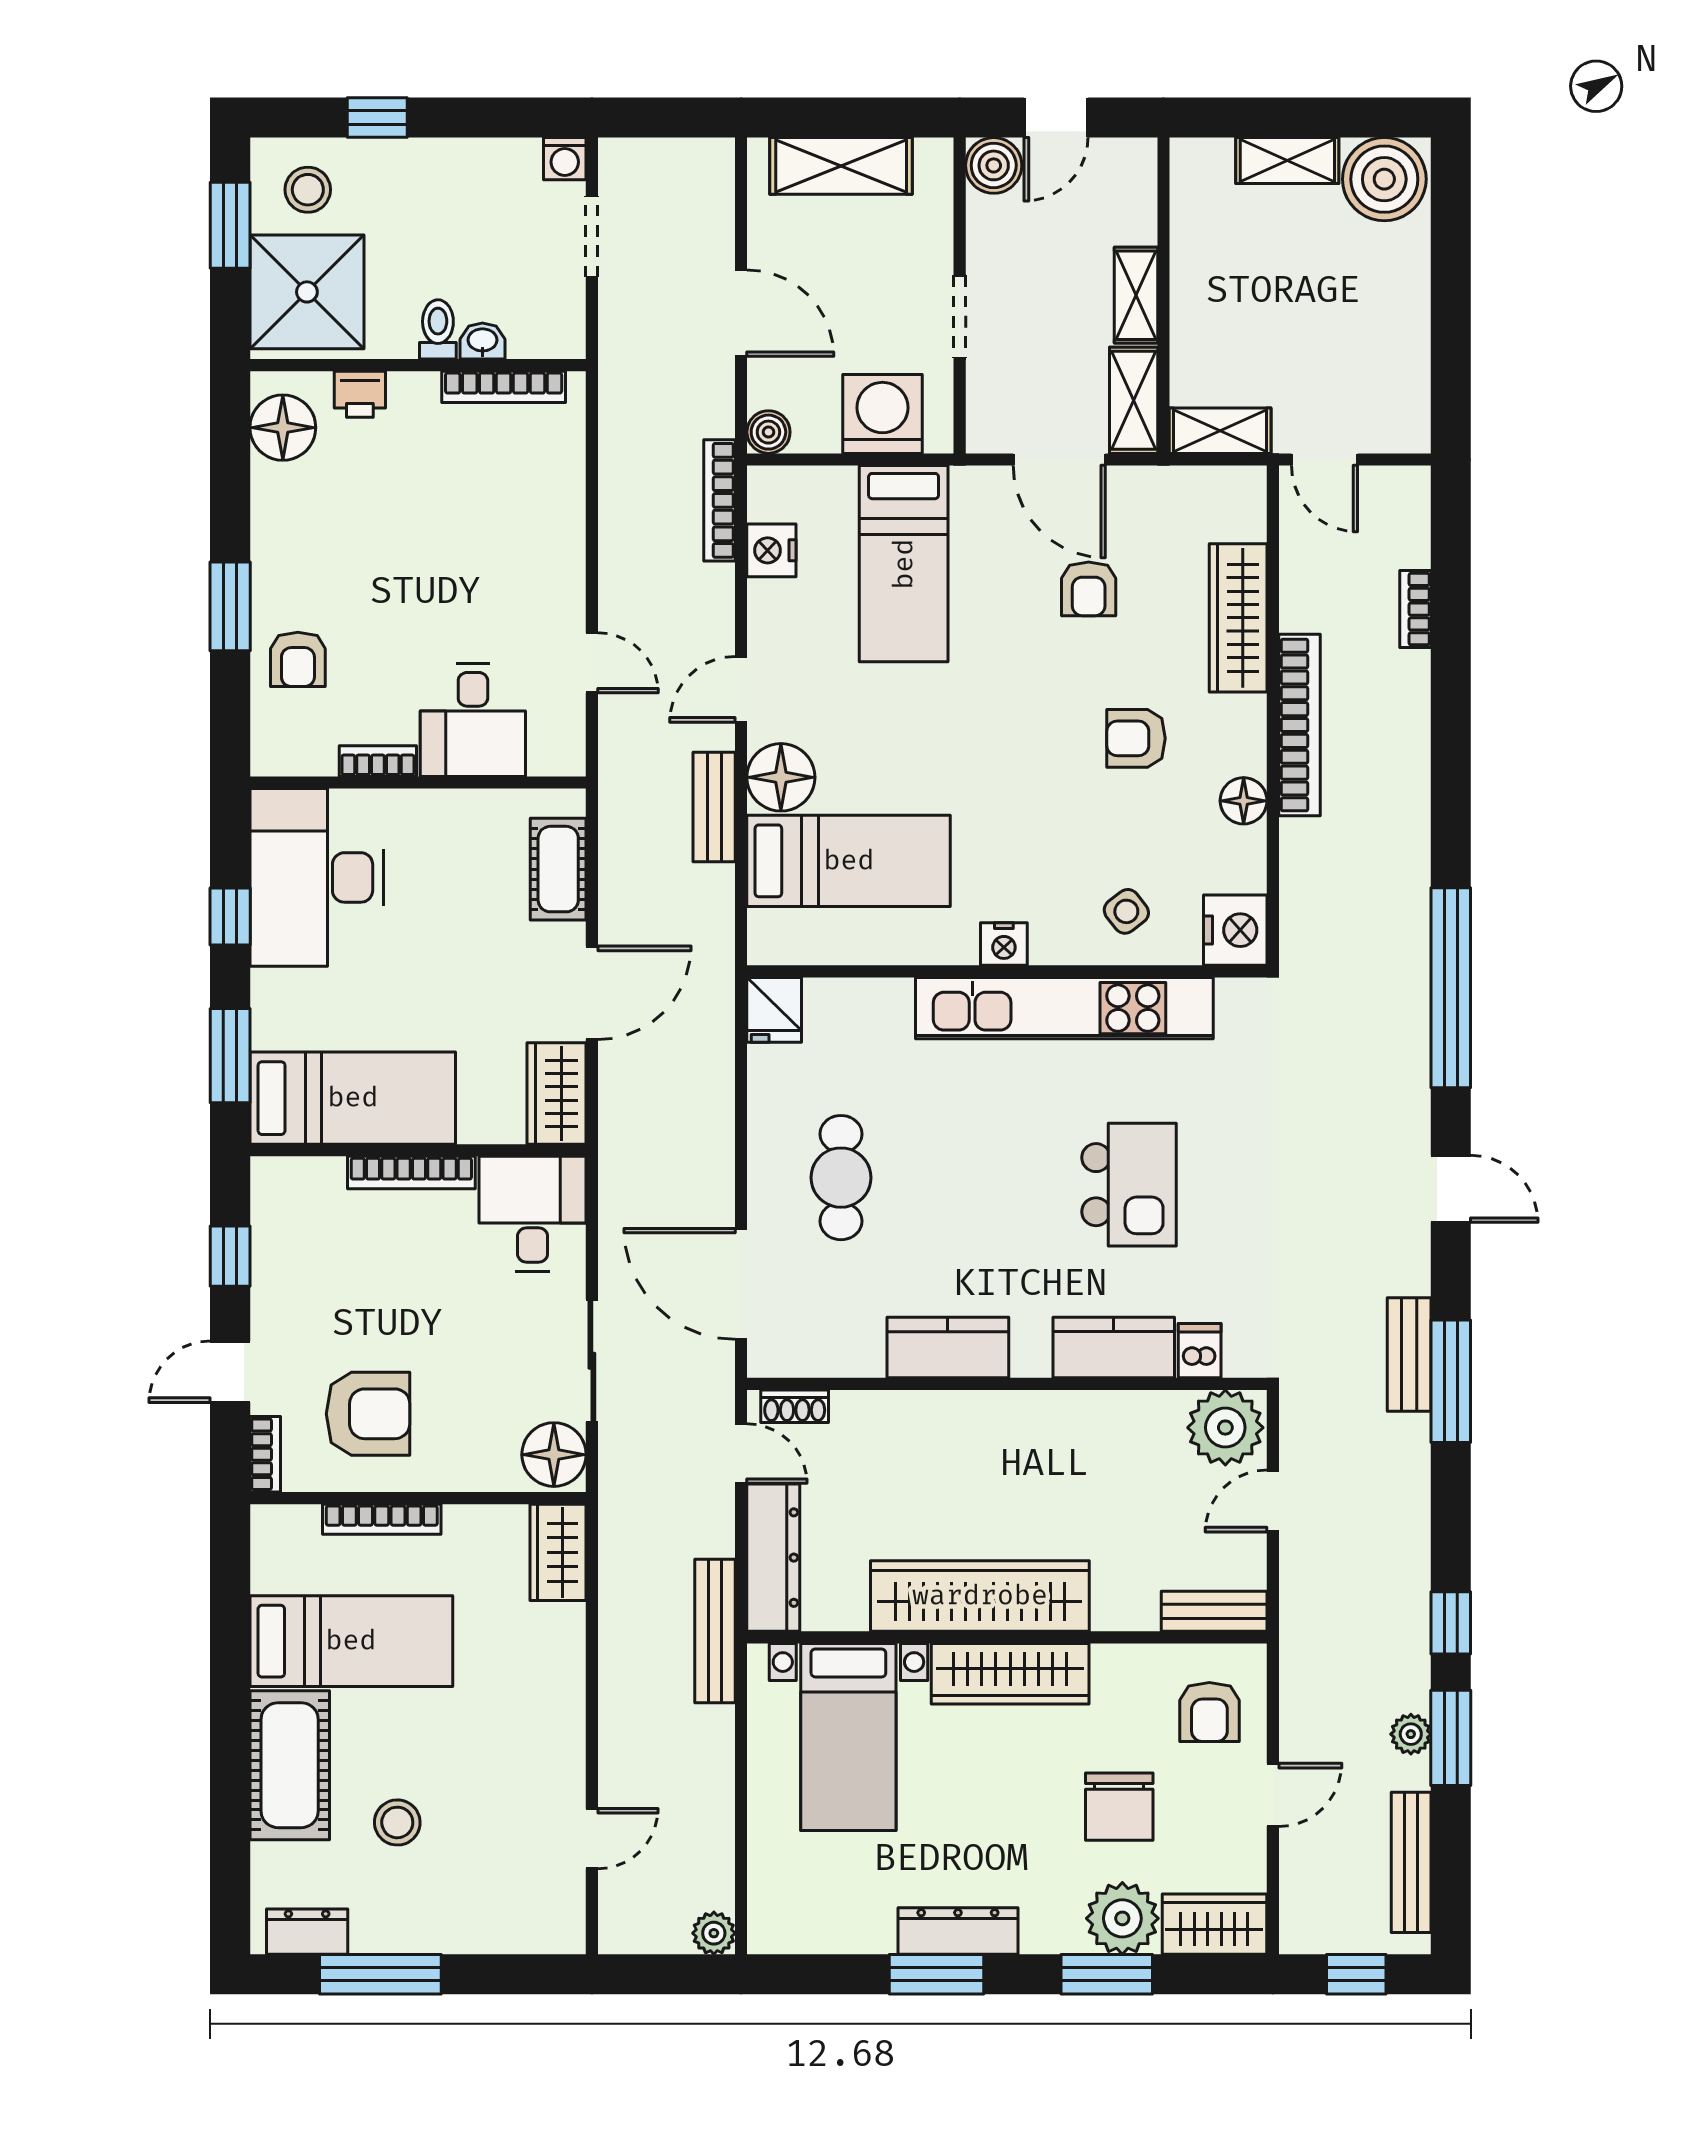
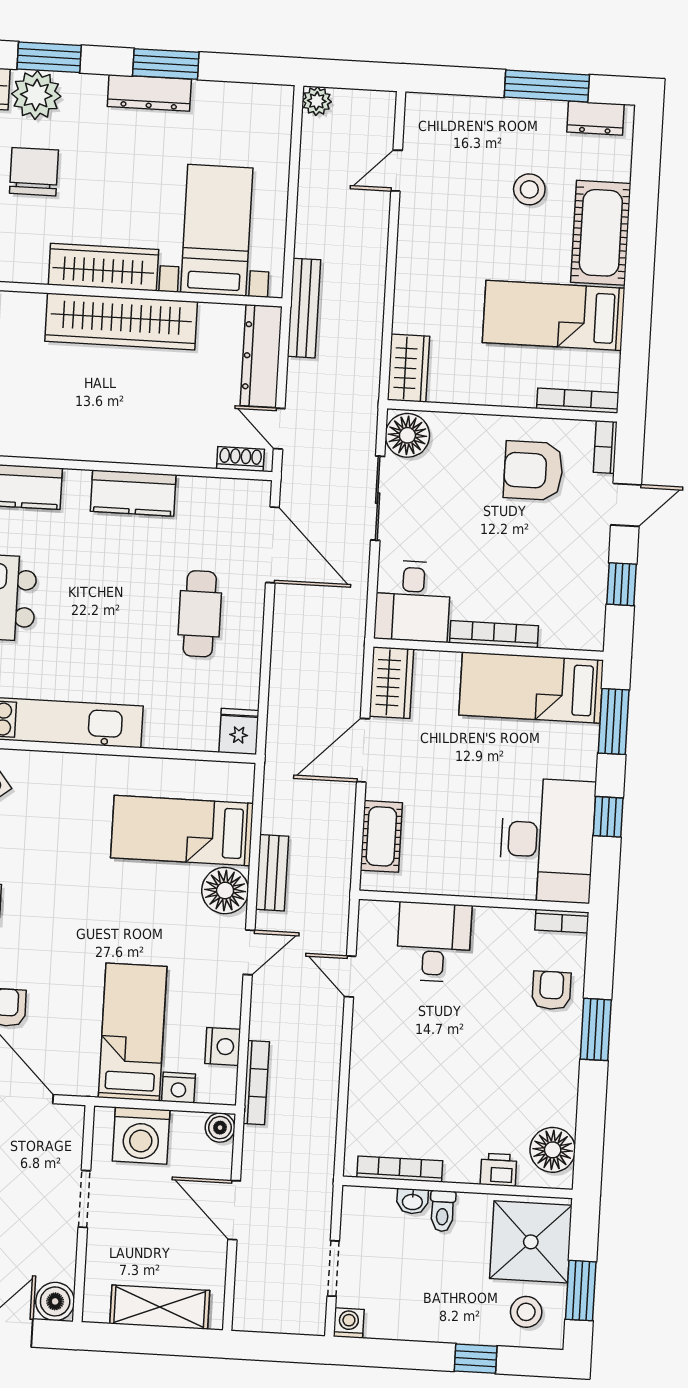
bookcase: (378, 761) -> (562, 921), moved
nightstand: (1004, 944) -> (179, 1088), moved, turned 180
bookcase: (382, 1519) -> (578, 401), moved

